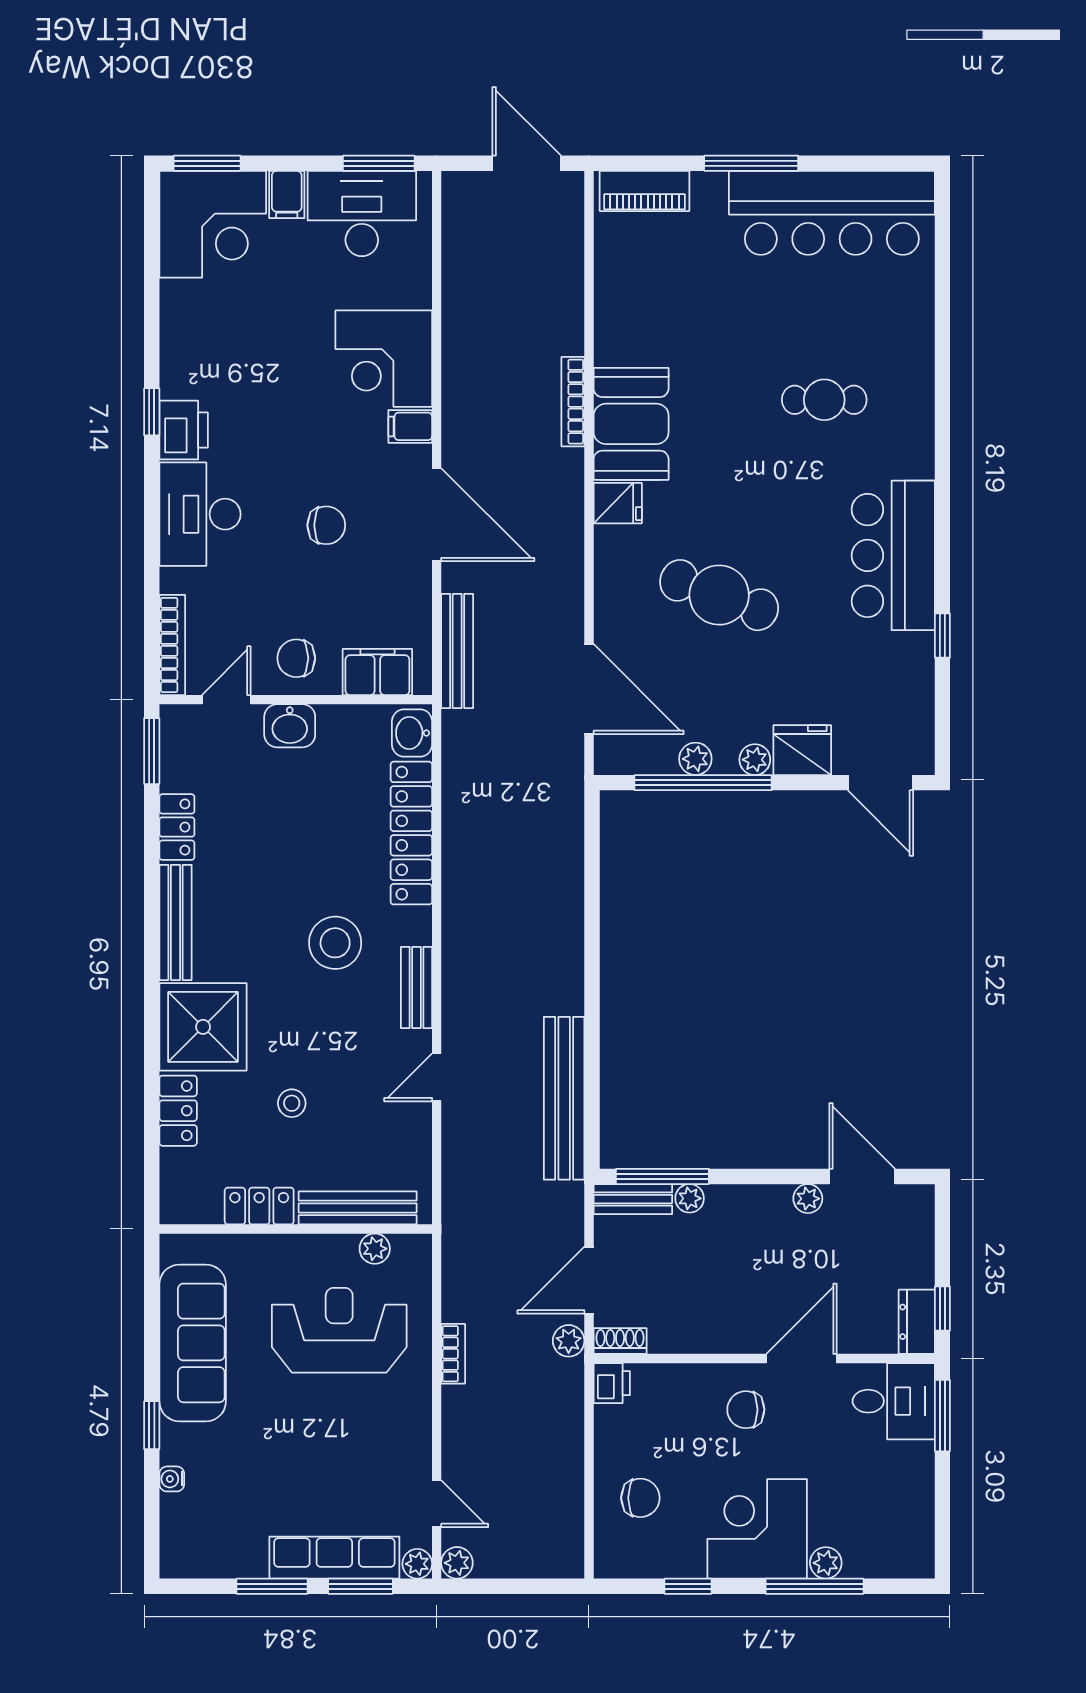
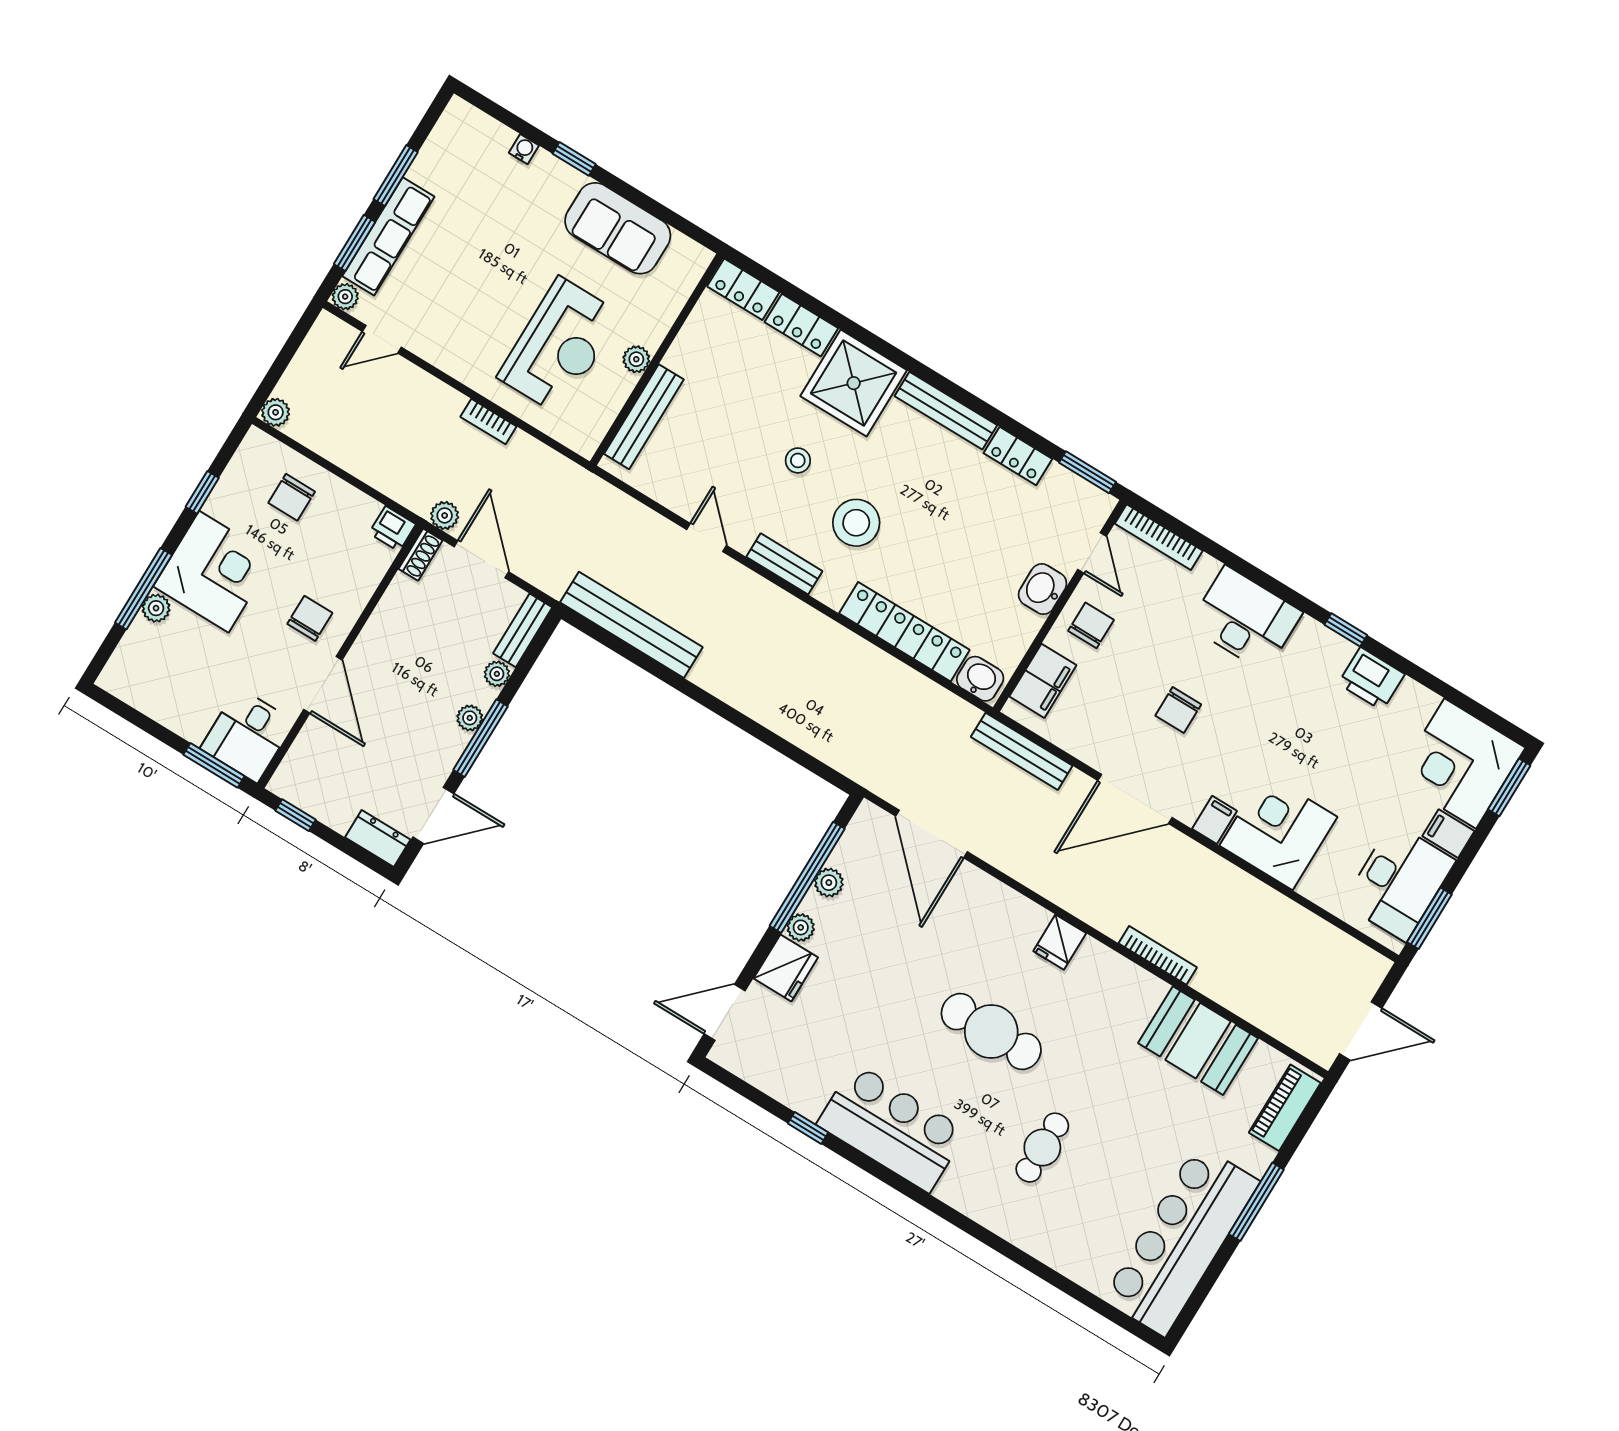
booth: (631, 424) -> (1198, 1041), moved
printer: (184, 430) -> (1371, 679), moved
cafe table: (719, 595) -> (991, 1032), moved, turned 70
door: (589, 689) -> (931, 834), hinge flipped
stool: (292, 1103) -> (798, 460), moved
window: (662, 1176) -> (481, 738), moved
plant: (808, 1199) -> (470, 718), moved
locker: (259, 1206) -> (743, 289), moved, turned 90
plant: (375, 1249) -> (636, 359), moved
dresser: (917, 1322) -> (378, 838), moved
sofa: (193, 1343) -> (618, 228), width x0.73
plant: (457, 1563) -> (276, 412), moved

